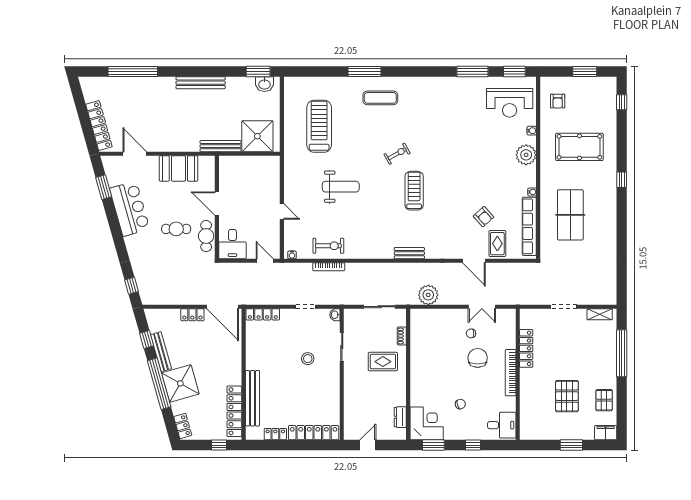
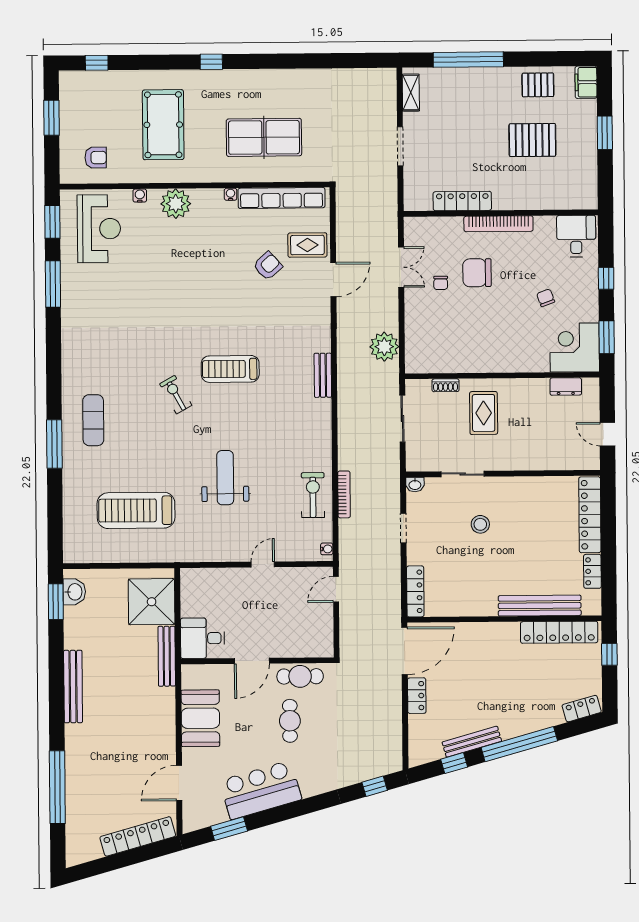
desk: (232, 244) -> (203, 638), moved, turned 180
shower: (180, 383) -> (519, 713), removed

